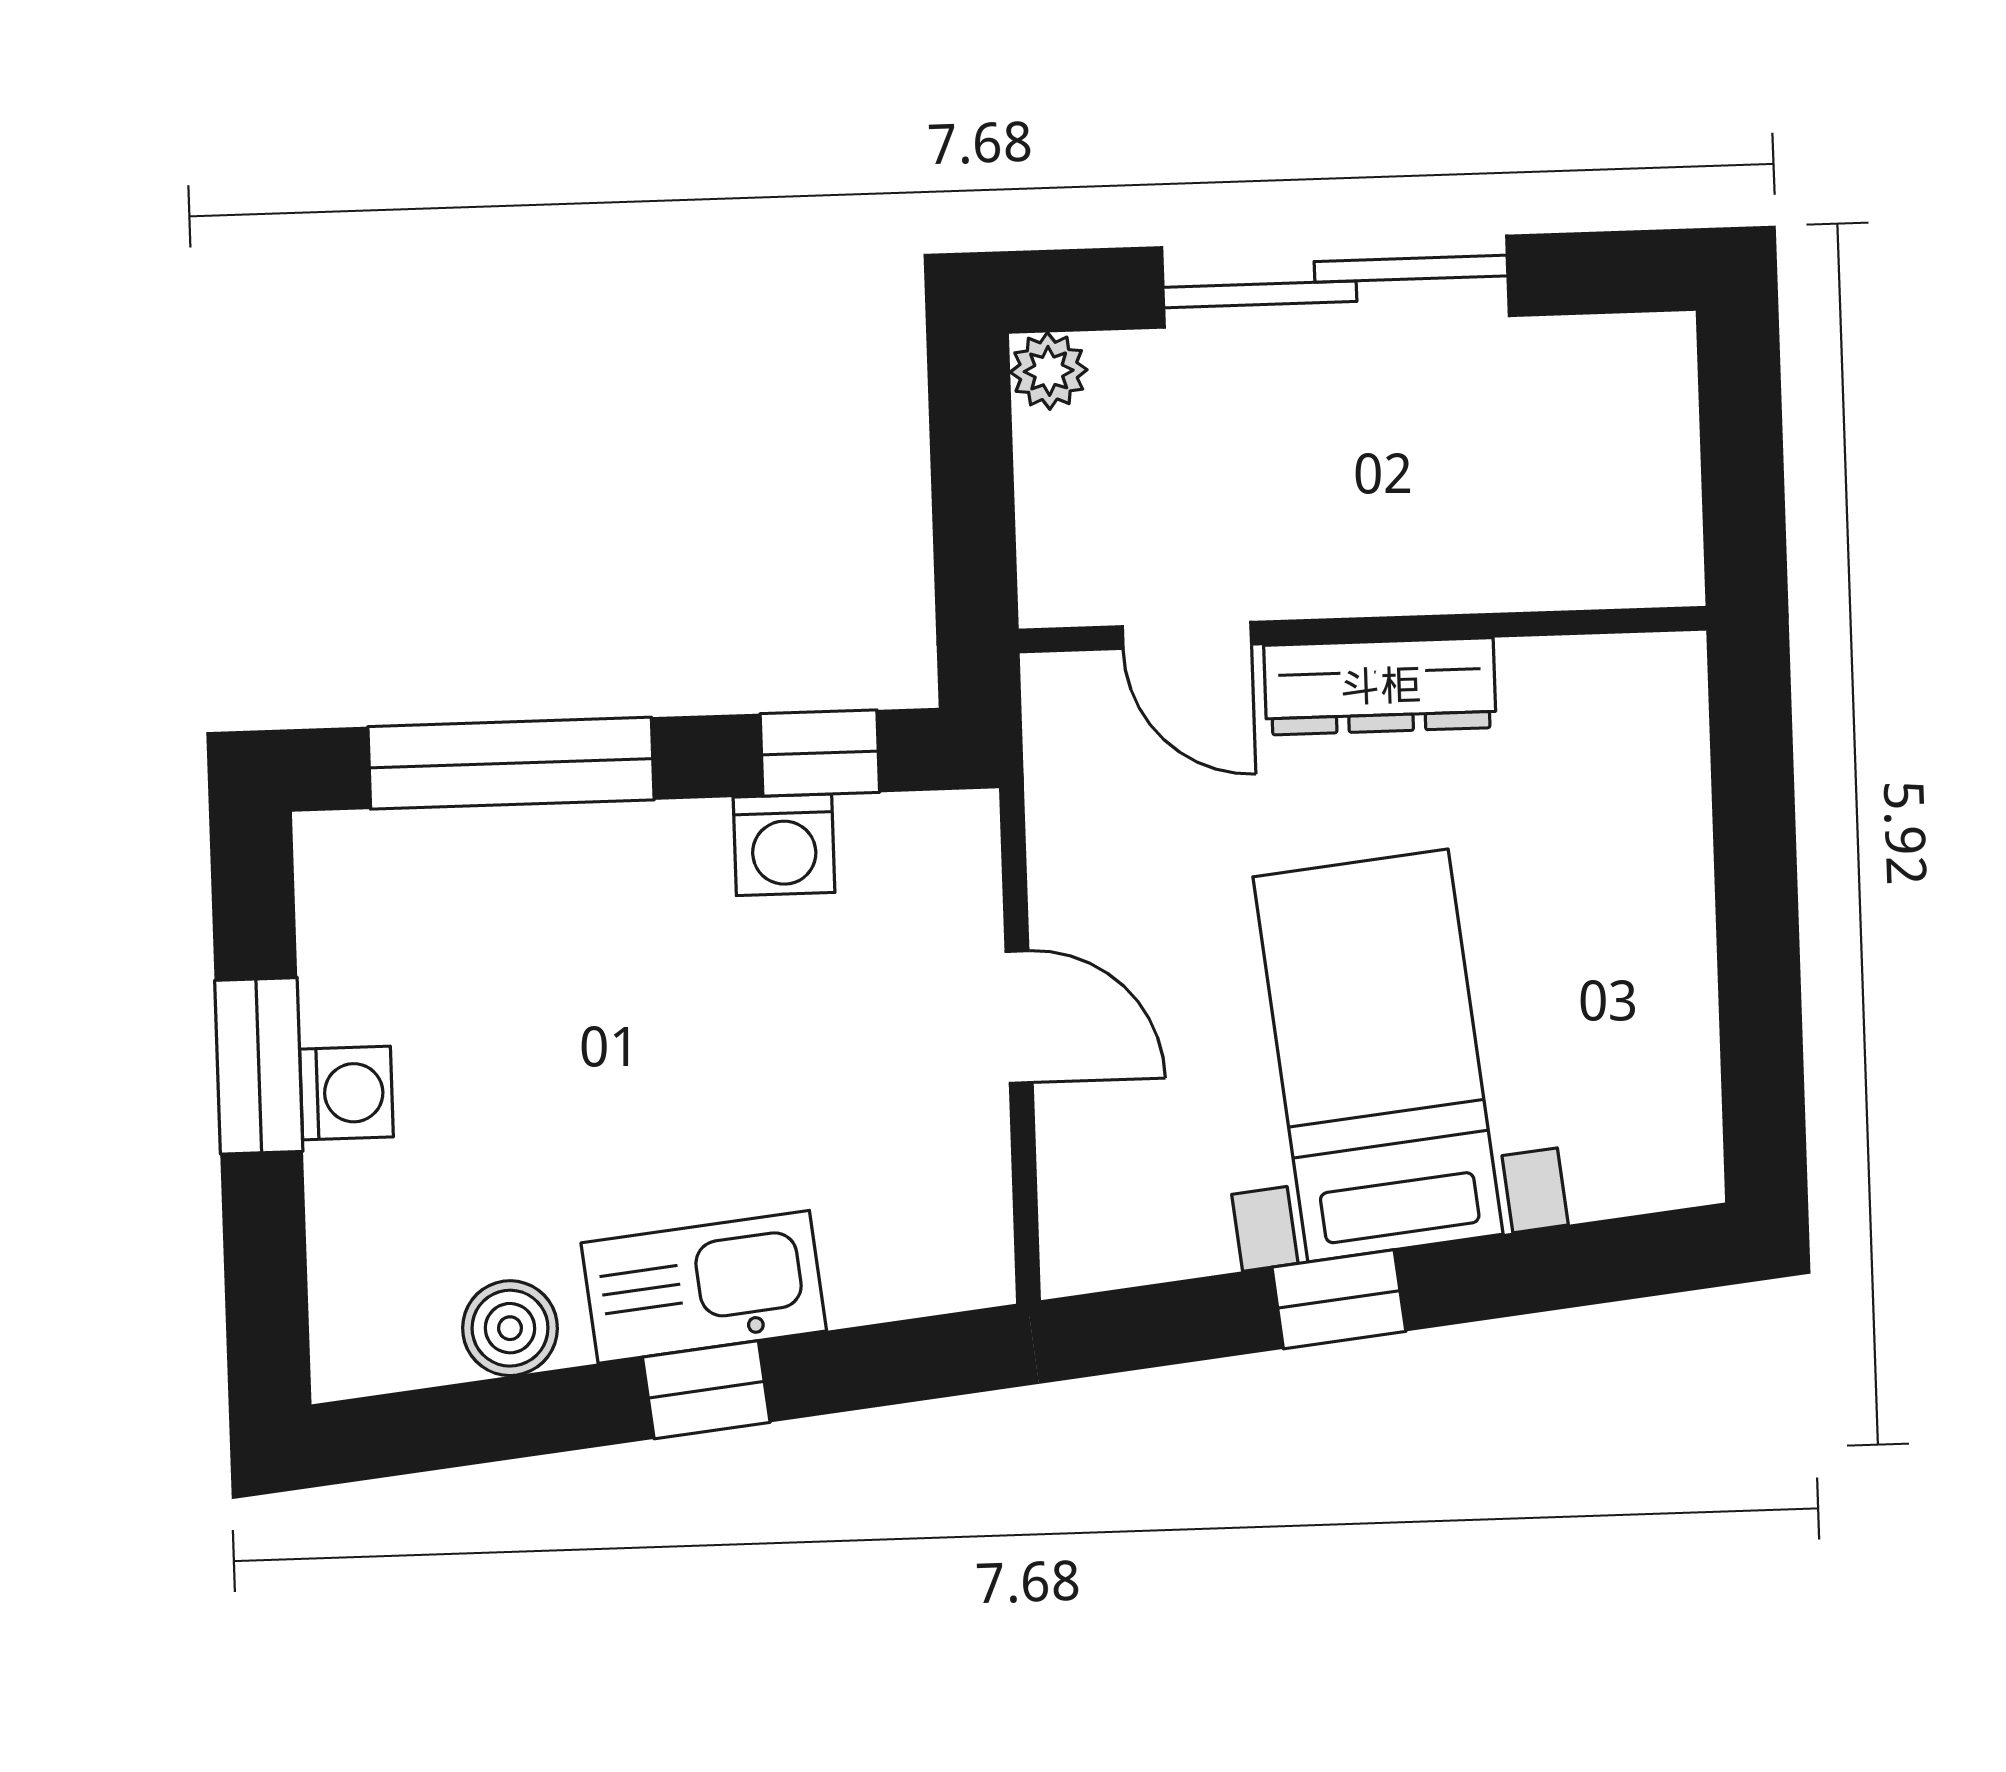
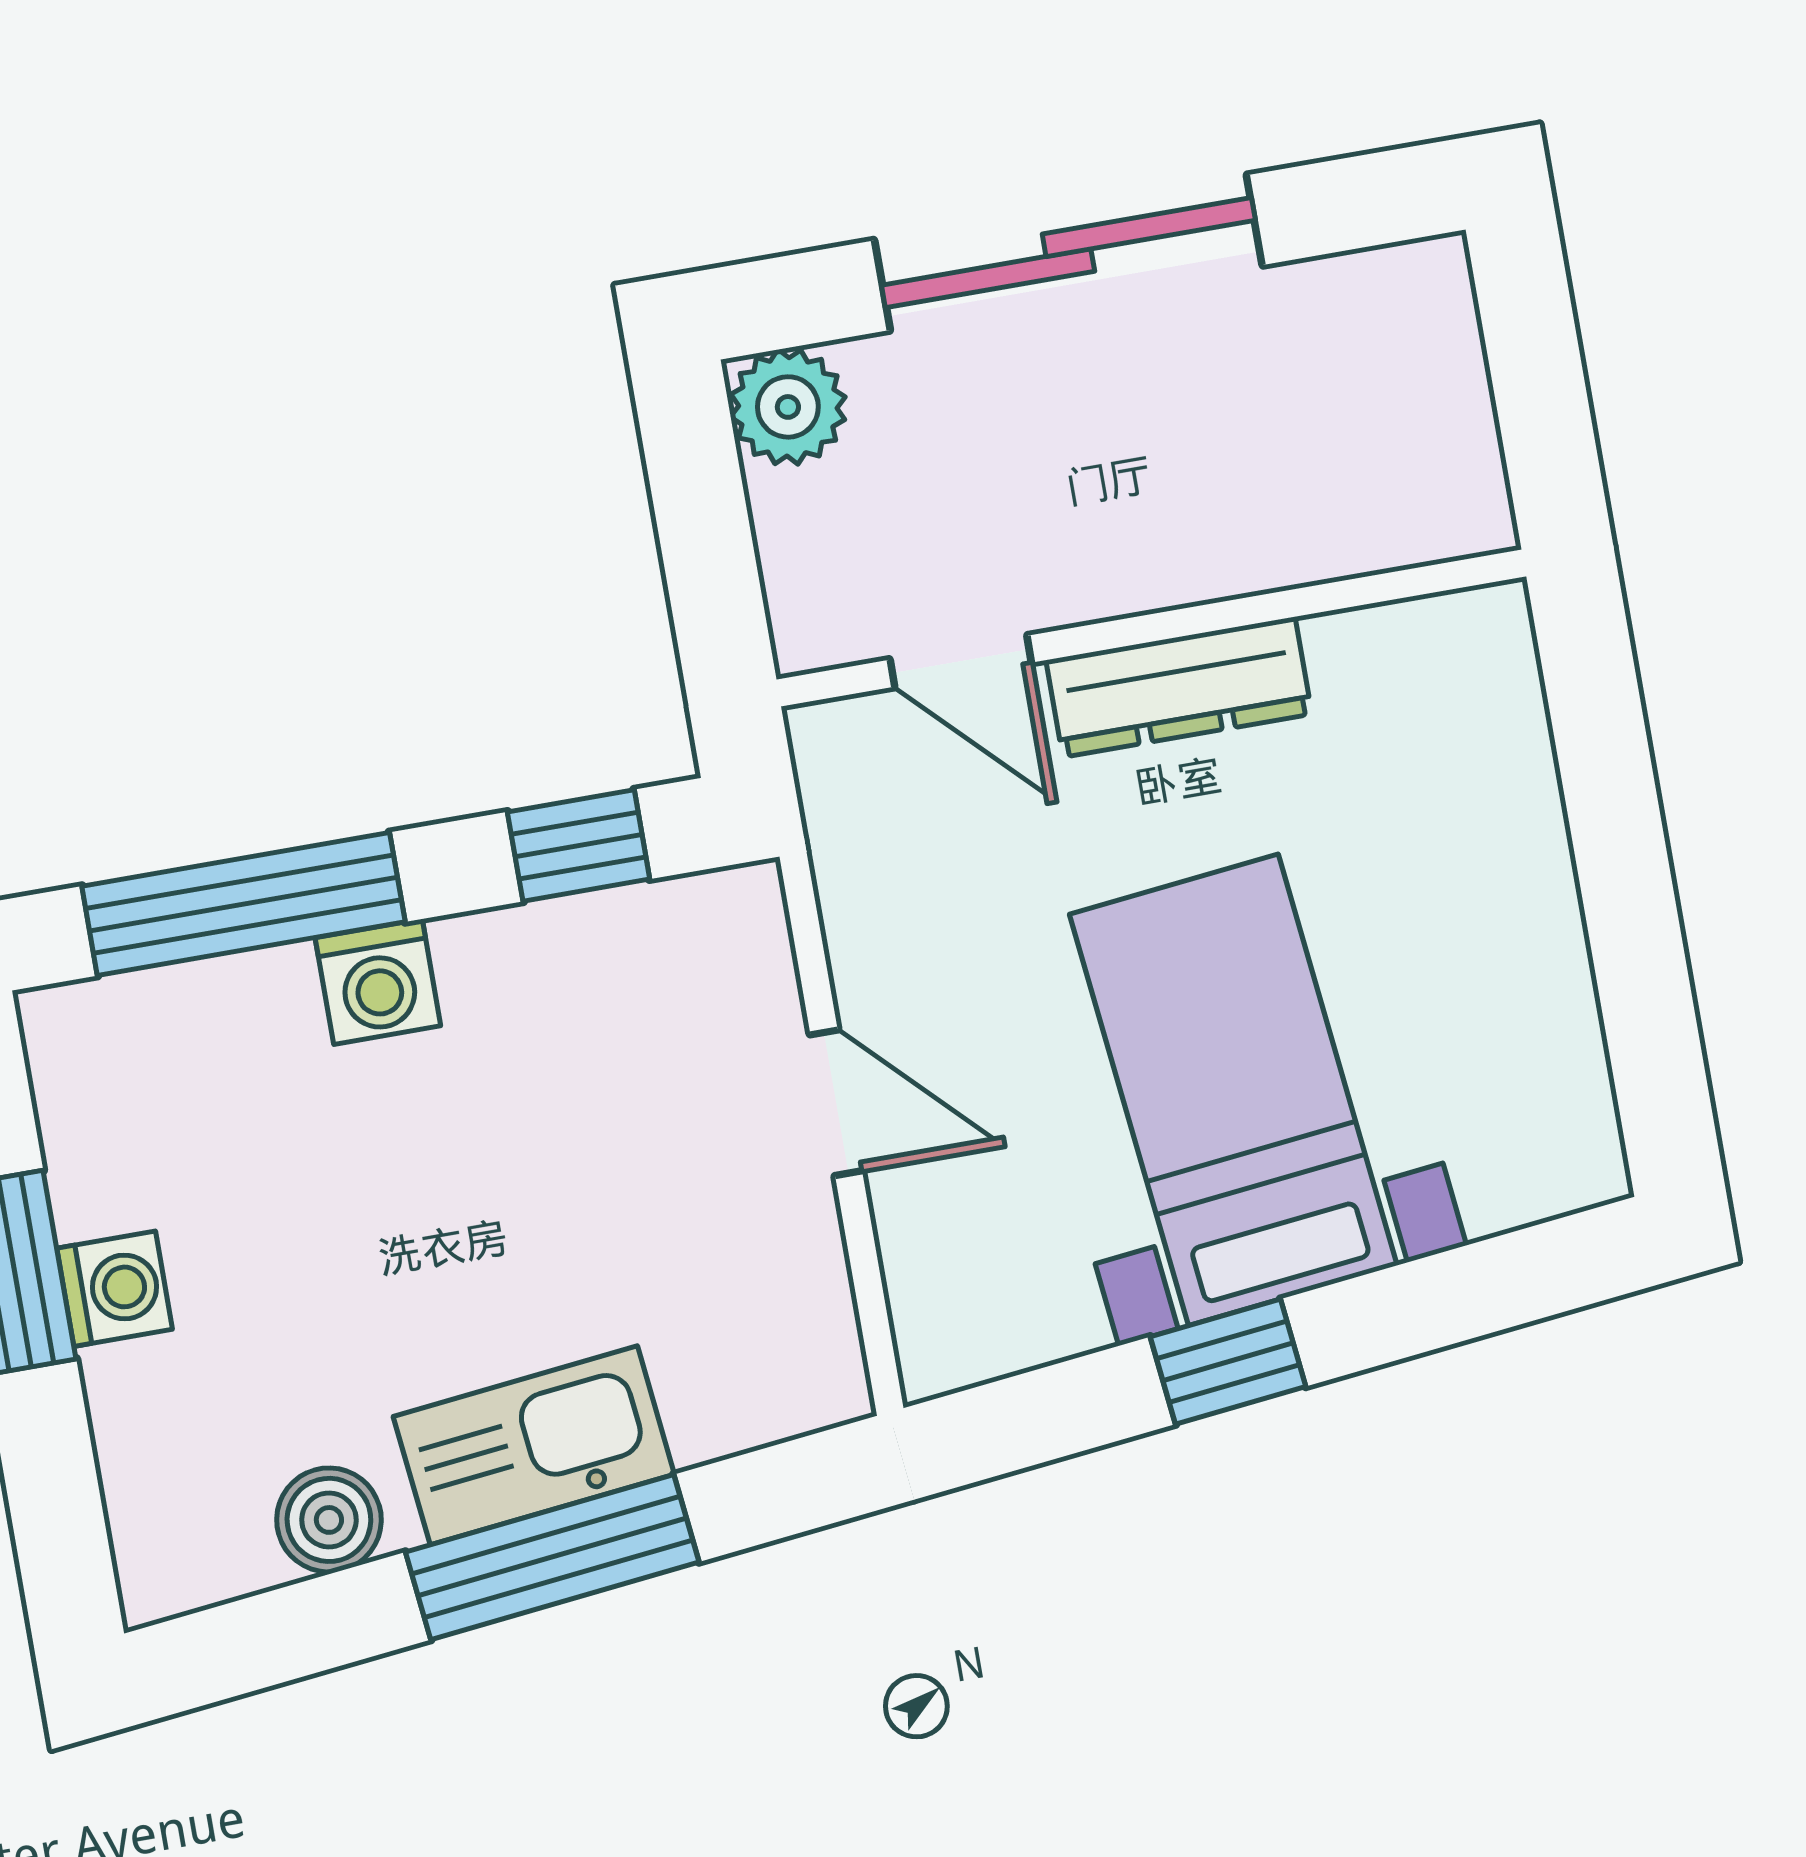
plant: (1049, 371) -> (788, 407), width x1.38, depth x1.38
washing machine: (784, 845) -> (378, 982), moved
window: (706, 1390) -> (552, 1557), width x2.17

